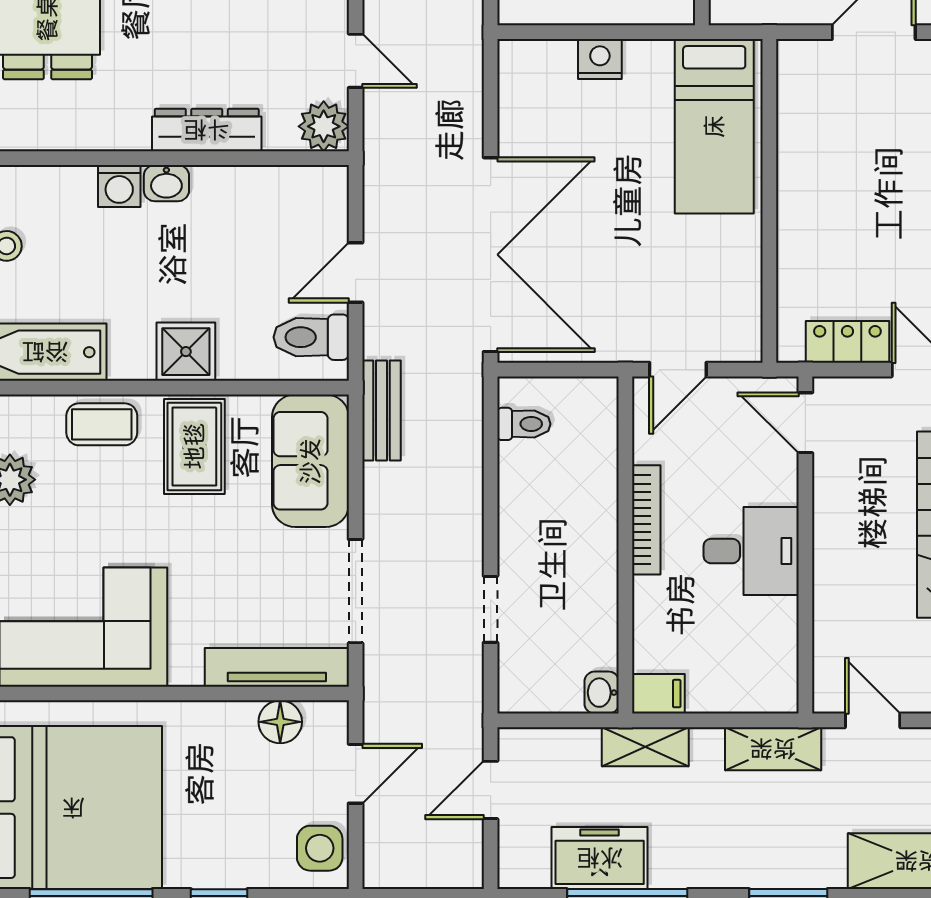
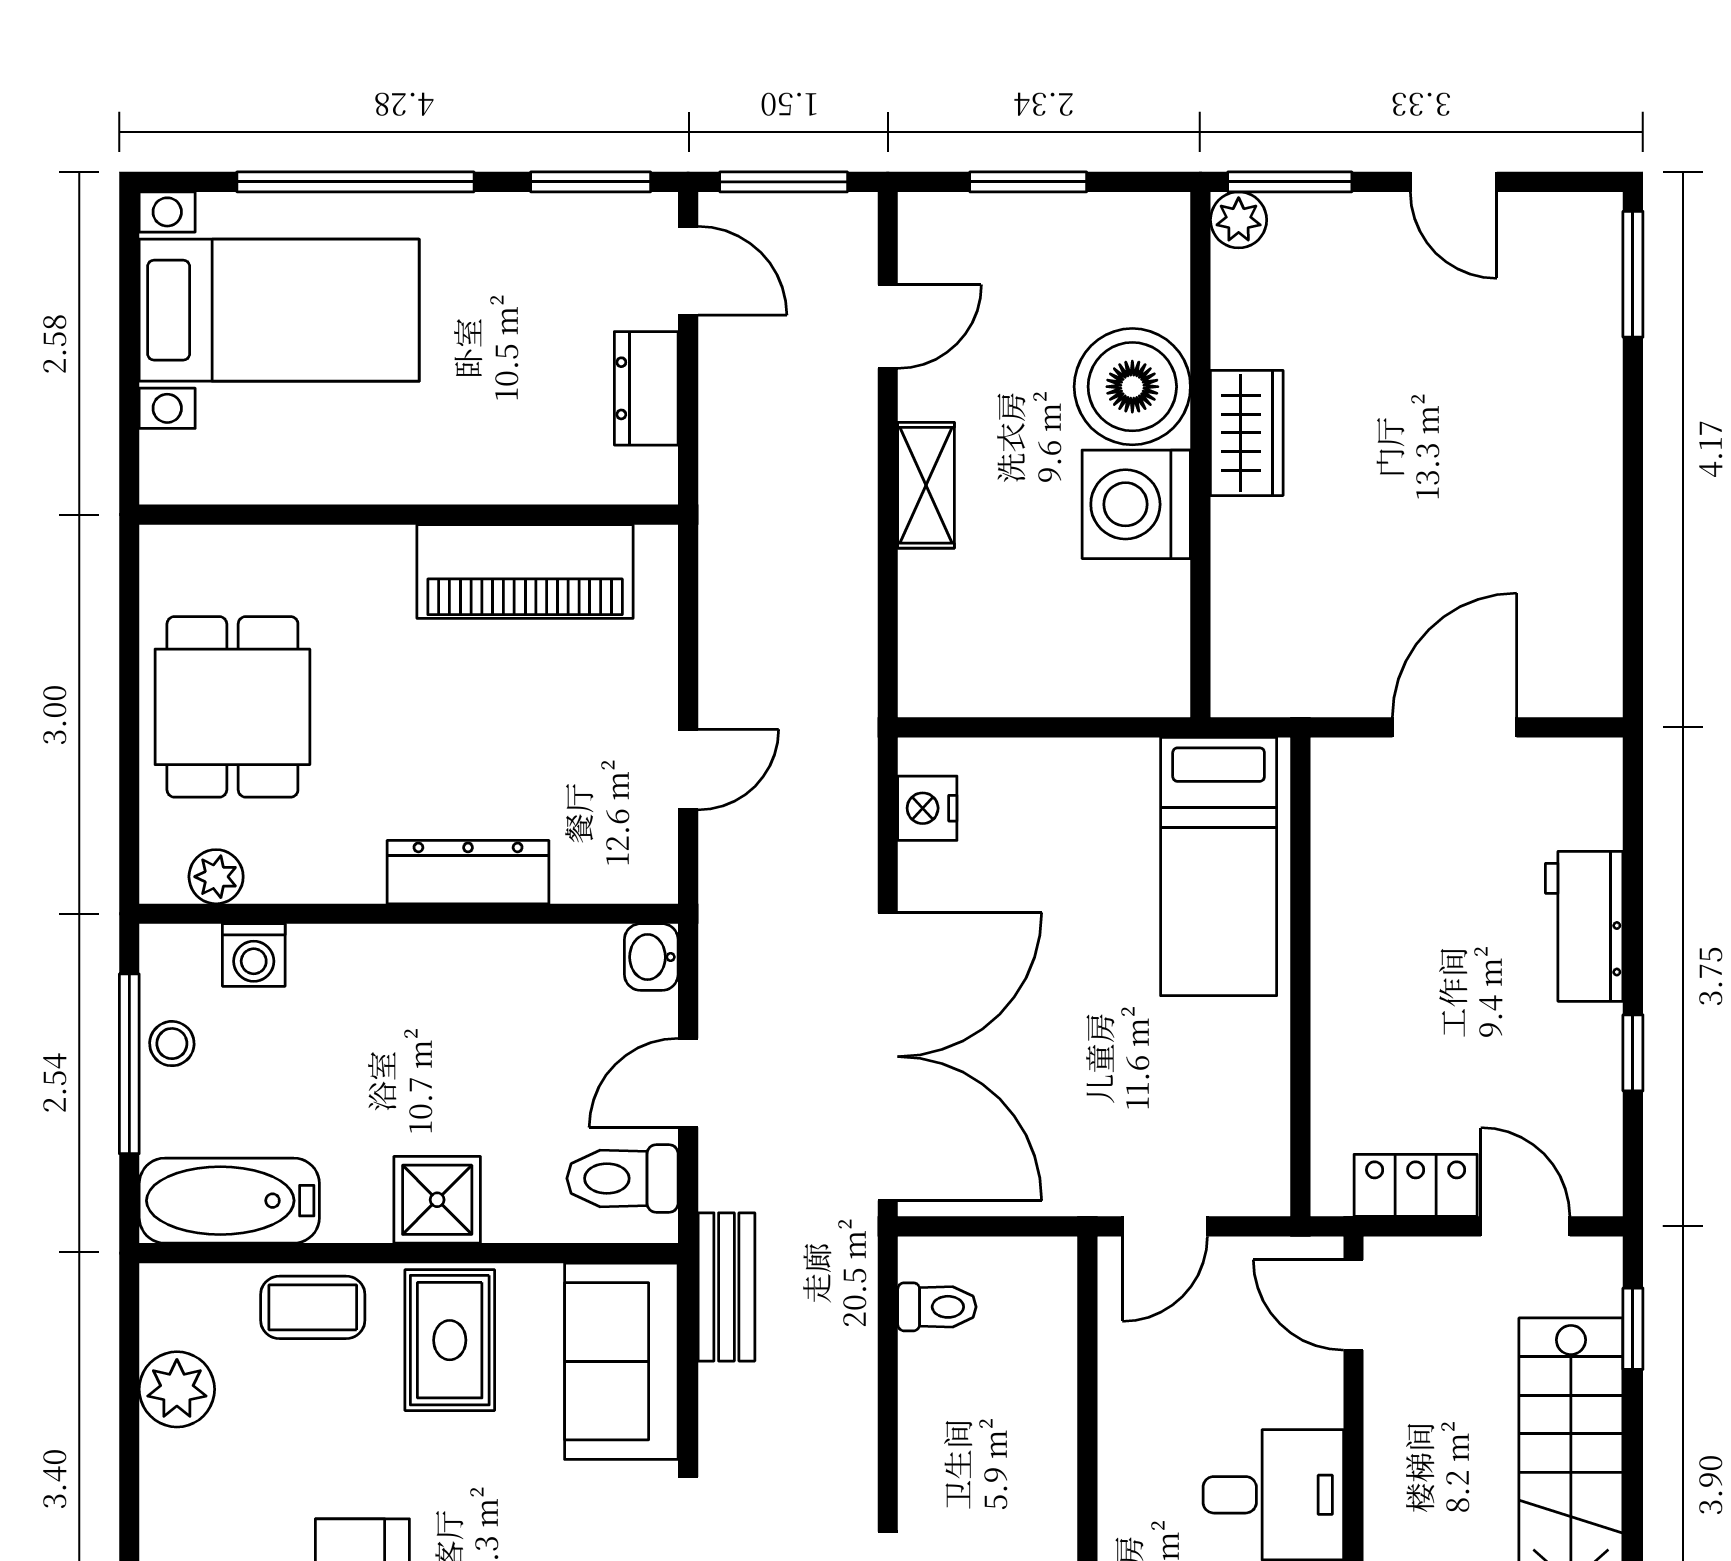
nightstand: (600, 59) -> (927, 808), moved, turned -90
door: (356, 61) -> (688, 770), hinge flipped
plant: (324, 126) -> (216, 877), moved, width x0.73, depth x0.73
washbasin: (166, 183) -> (651, 957), moved, turned 90
washing machine: (119, 186) -> (254, 955), moved
bookcase: (646, 520) -> (1118, 1449), removed

